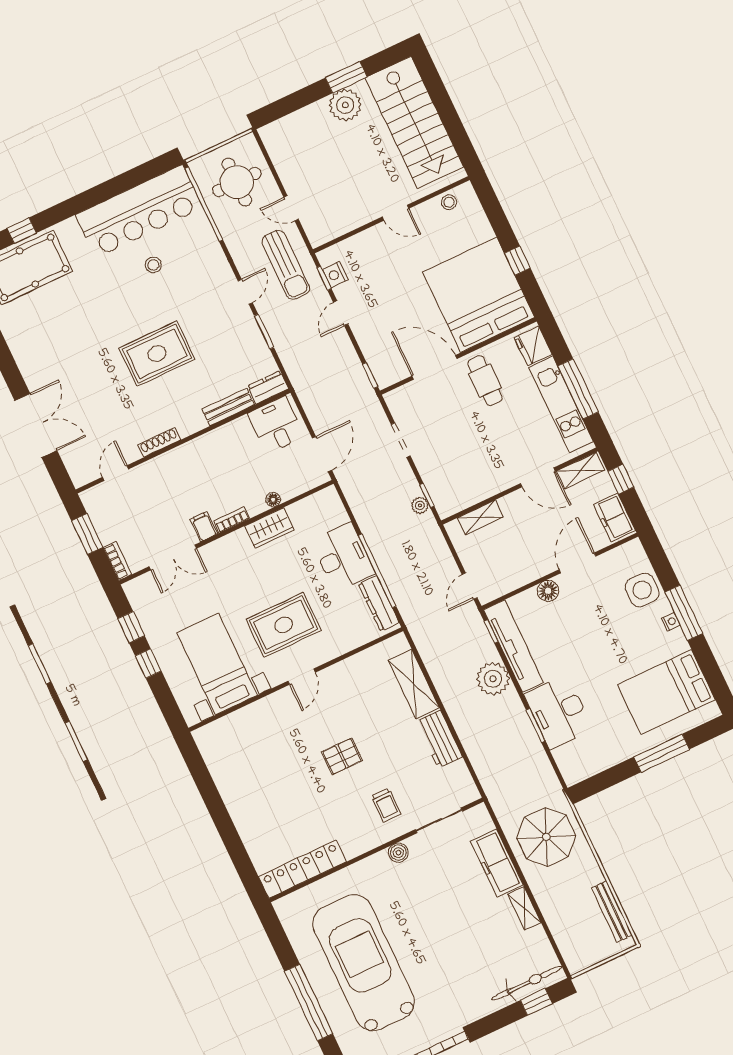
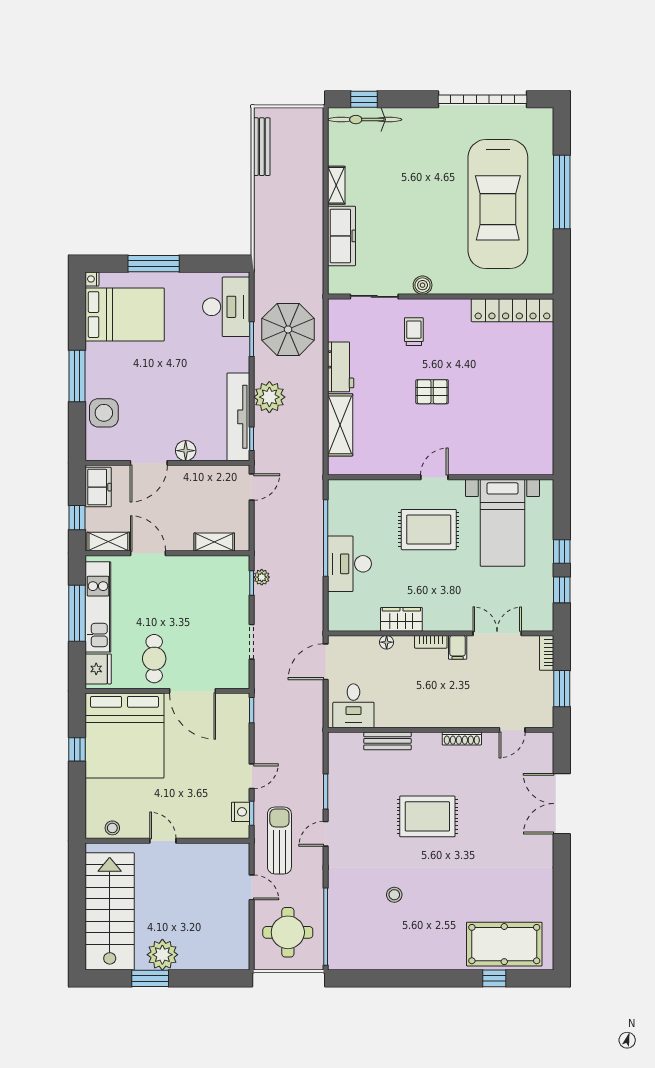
bar counter: (139, 211) -> (384, 947), removed
dresser: (268, 387) -> (345, 742), removed
dresser: (379, 603) -> (337, 509), removed
nightstand: (671, 622) -> (92, 279), moved
desk: (559, 712) -> (226, 307), moved
parasol: (546, 837) -> (288, 329), moved

